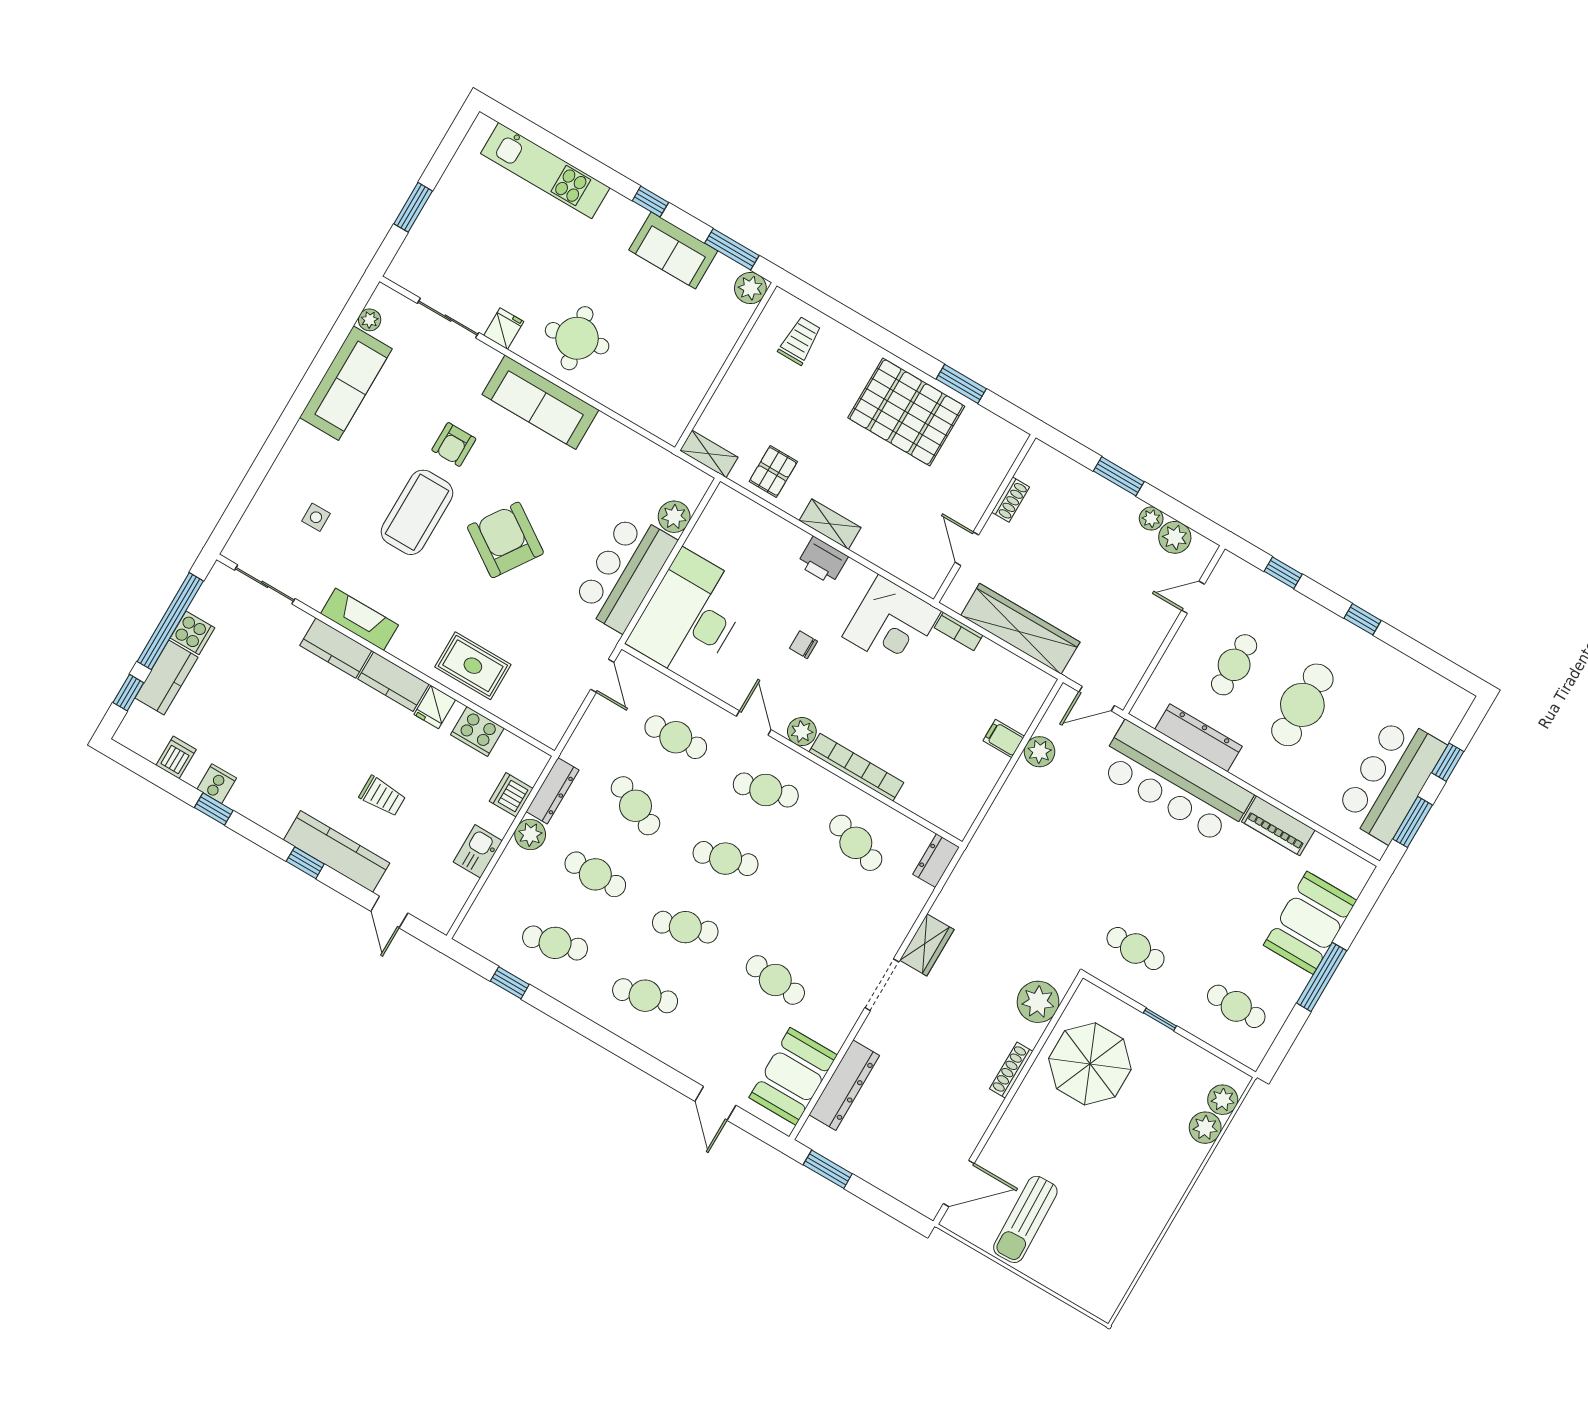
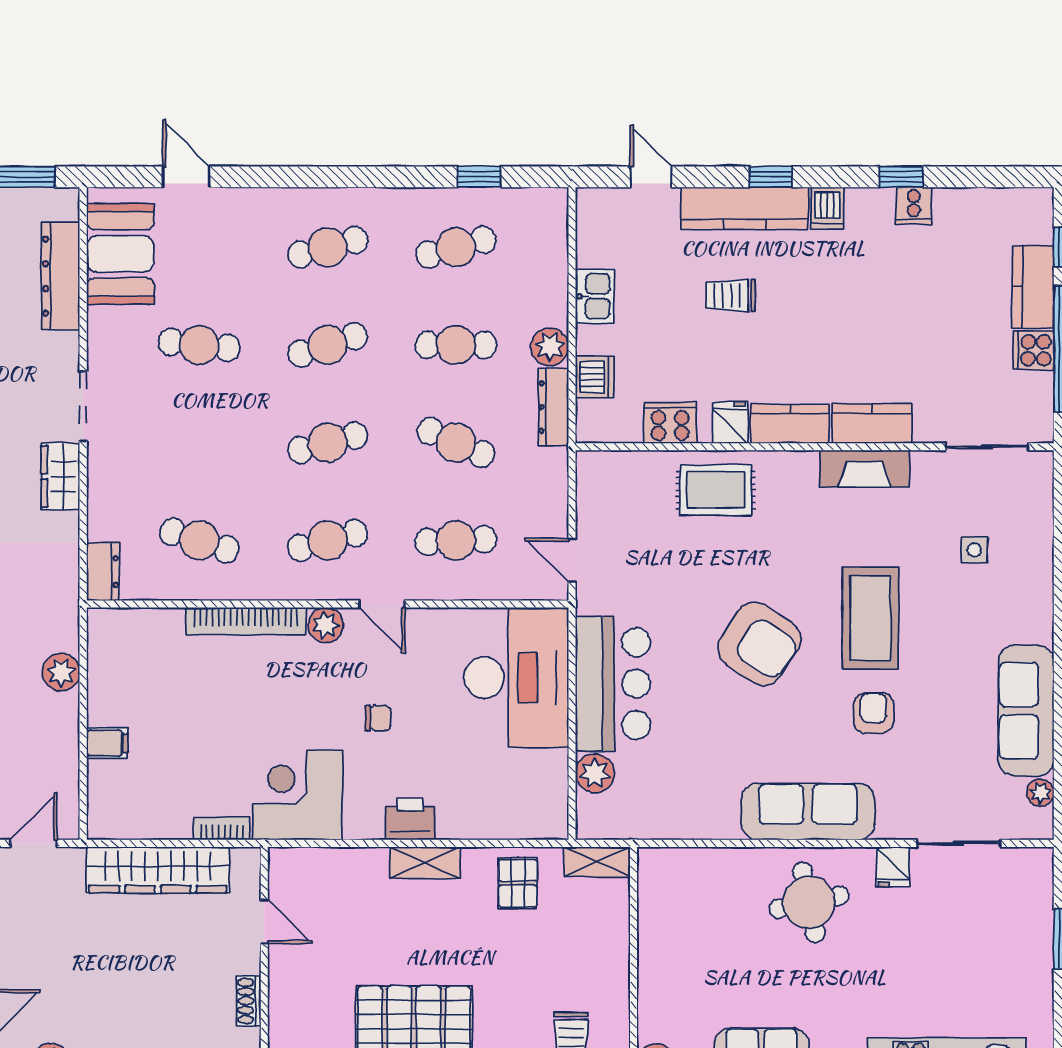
plant: (1040, 752) -> (61, 672), moved
dishwasher: (176, 757) -> (827, 208), moved

